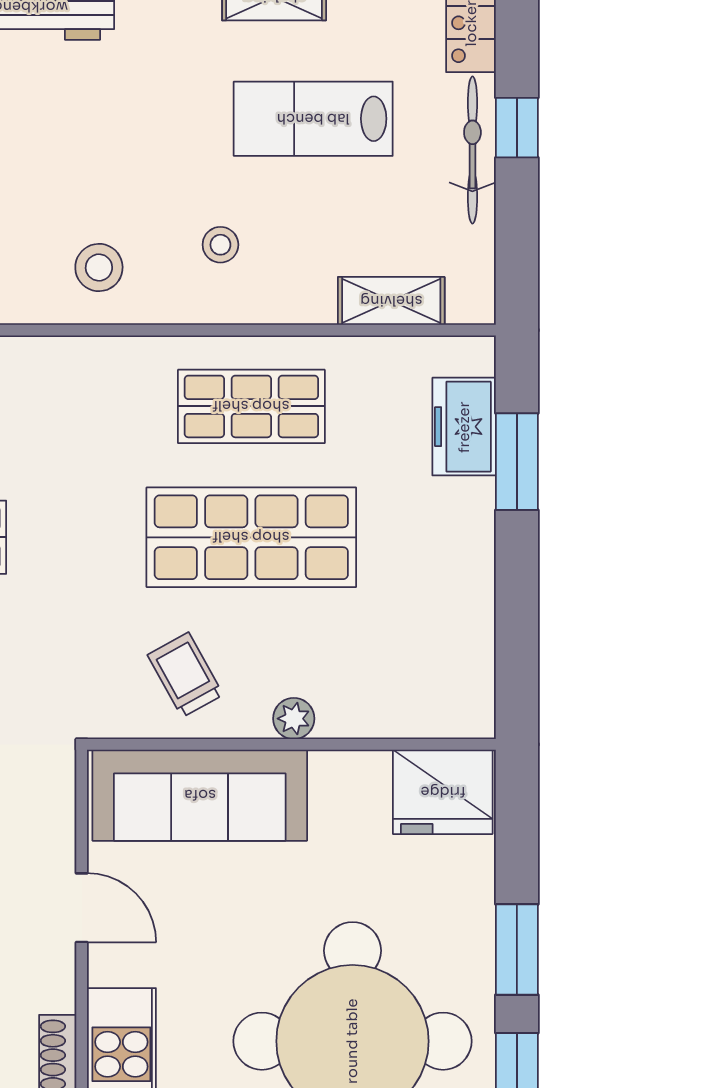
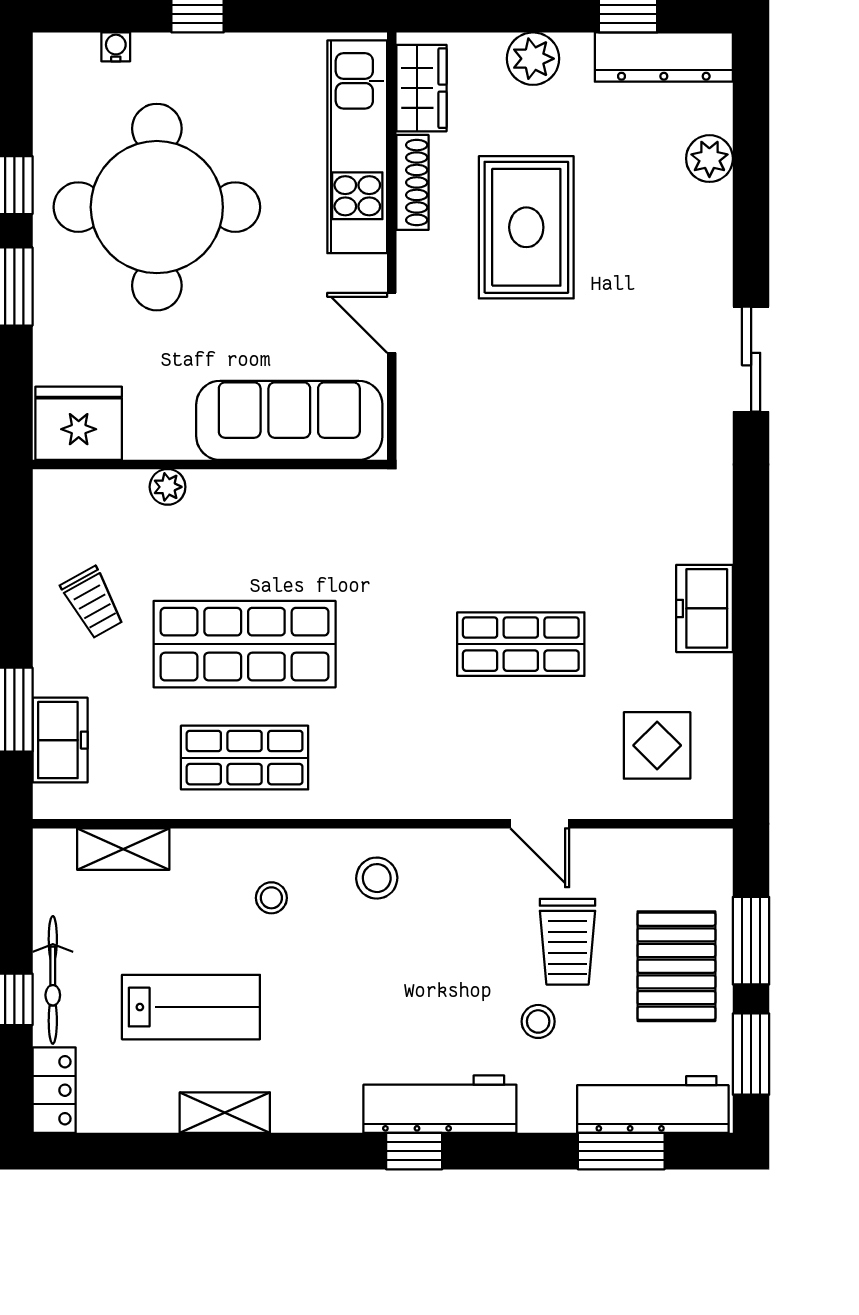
trolley: (185, 675) -> (93, 603), moved
plant: (294, 719) -> (168, 487), moved

